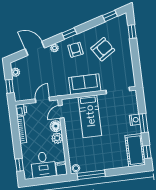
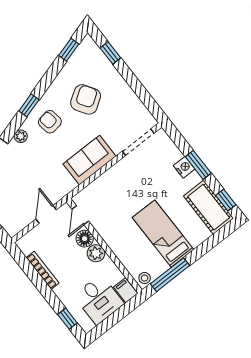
printer: (21, 110) -> (26, 245), removed
bed: (90, 116) -> (163, 234), moved, turned 180

